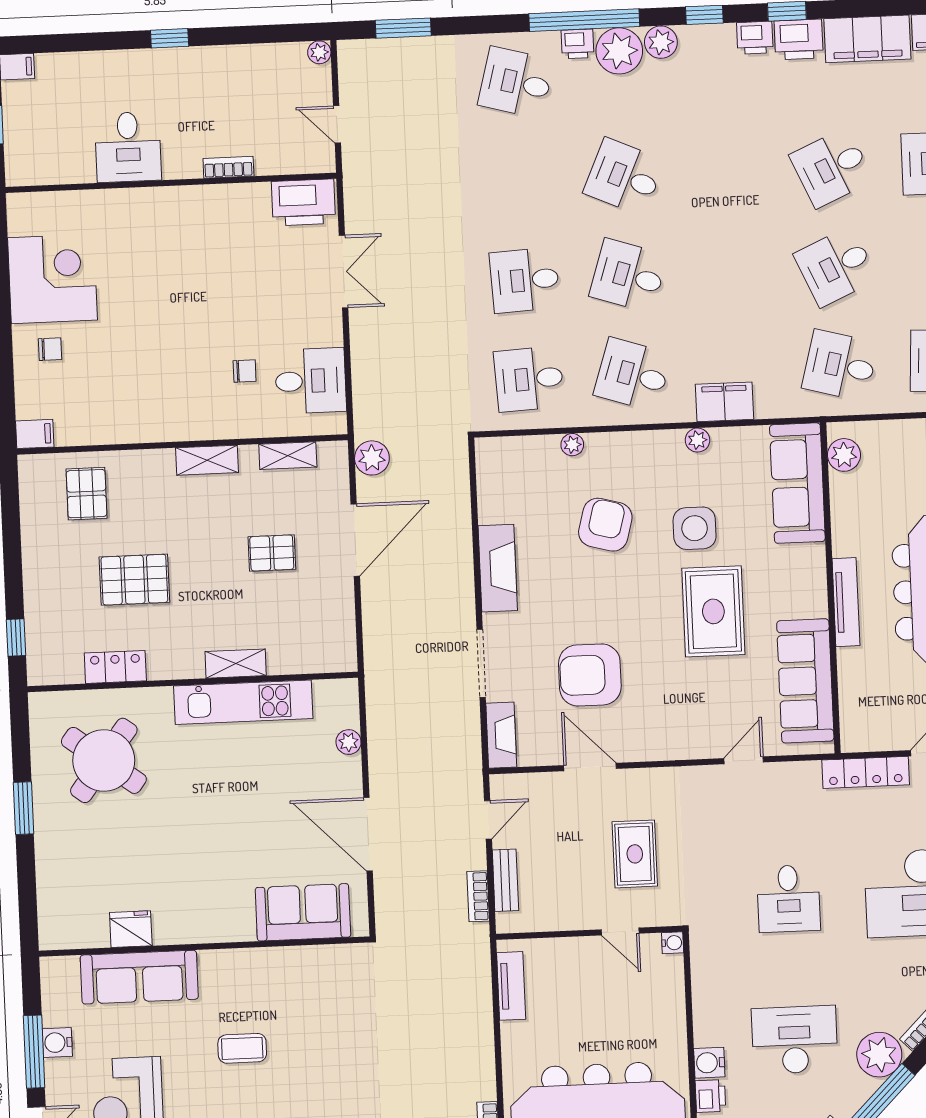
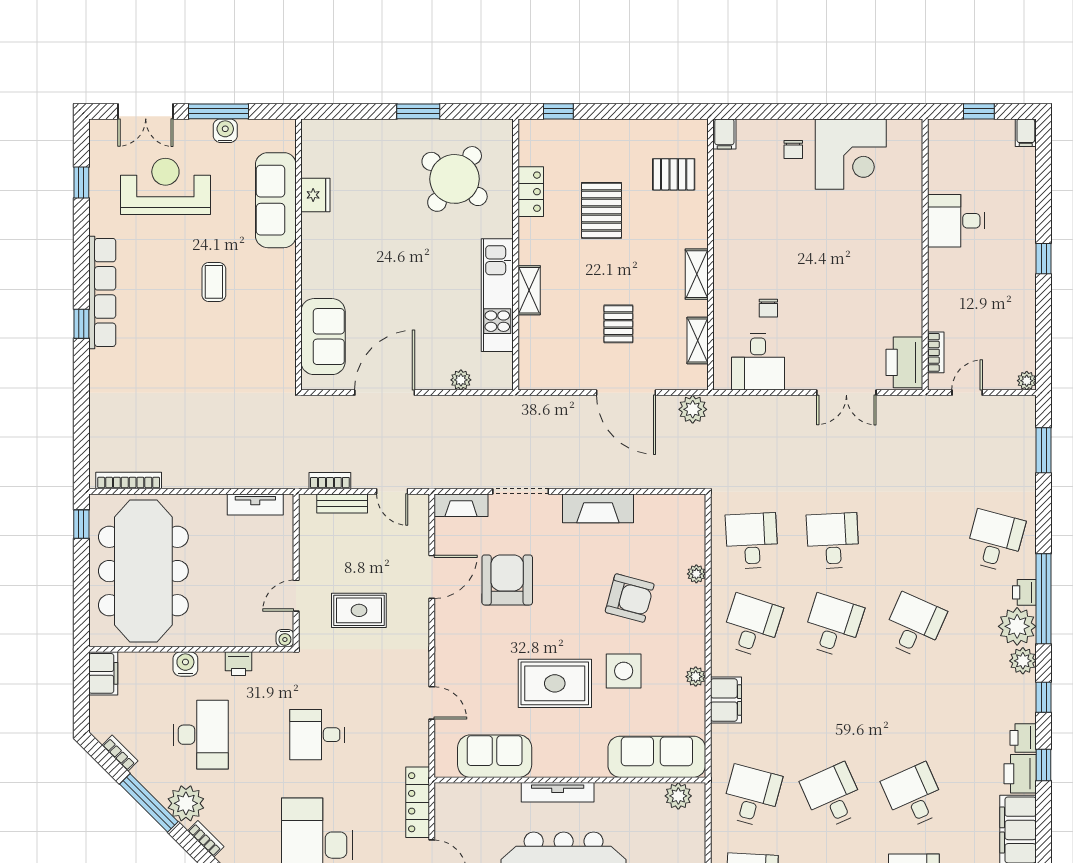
bookcase: (228, 167) -> (936, 352), moved
sofa: (805, 681) -> (495, 756), width x0.73
printer: (710, 1096) -> (239, 664), moved

